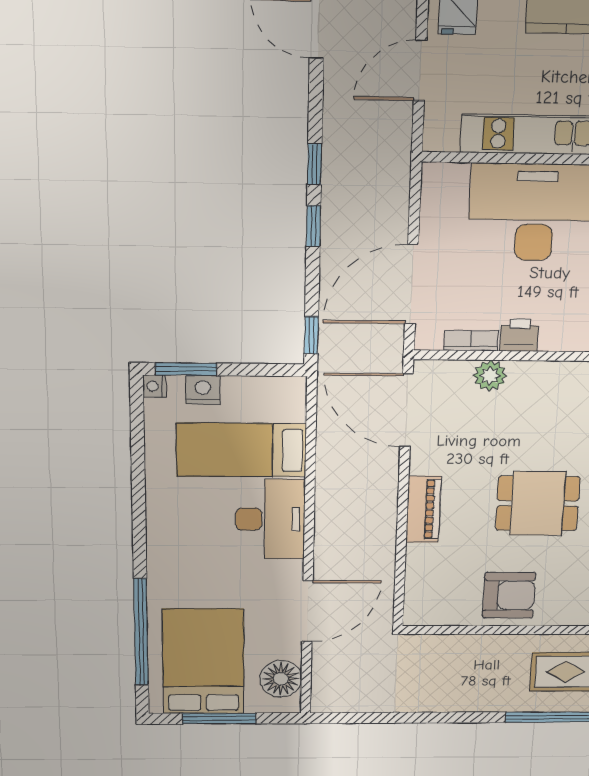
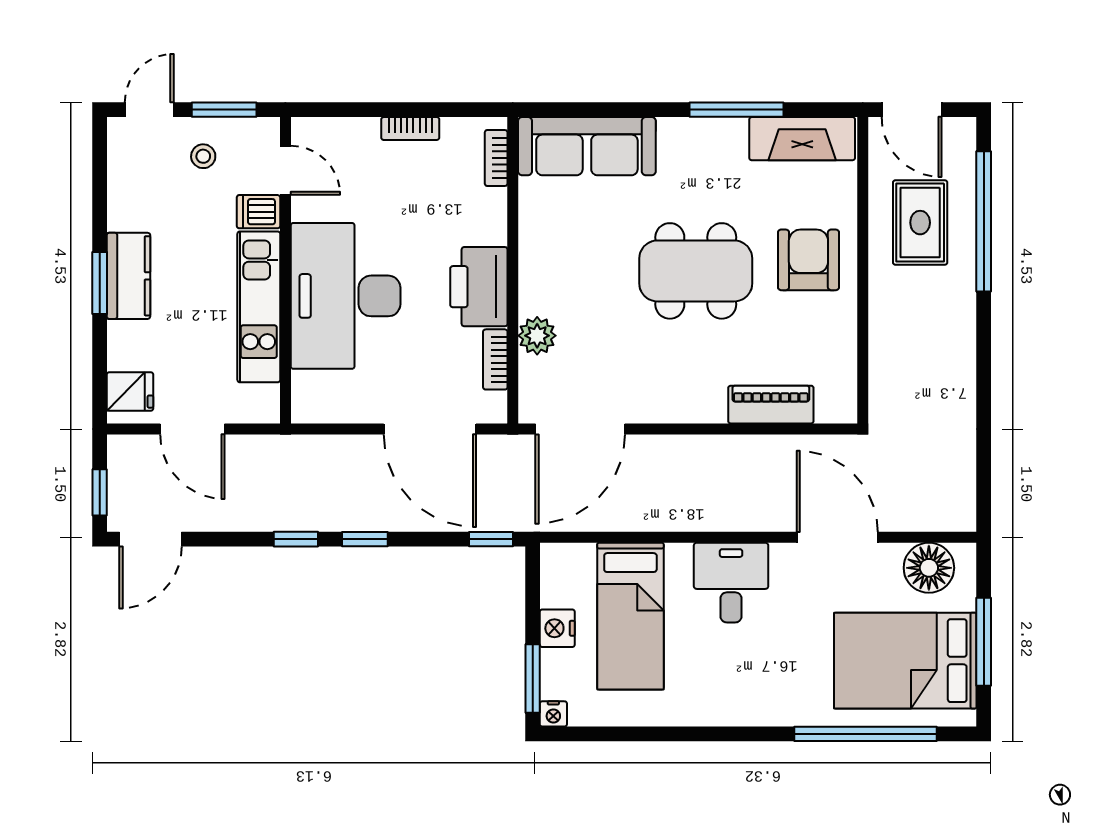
printer: (519, 335) -> (479, 287), width x1.87, depth x1.48
nightstand: (203, 390) -> (557, 628), moved
dining table: (538, 503) -> (696, 271), width x1.38
piano: (423, 509) -> (771, 405), moved
desk: (270, 519) -> (731, 583), width x0.73
armchair: (509, 595) -> (808, 260), moved

